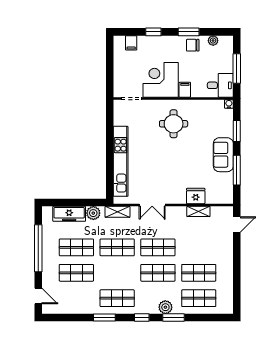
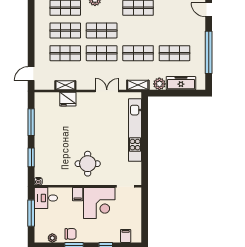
sofa: (223, 155) -> (43, 136), removed
shop shelf: (76, 273) -> (65, 53), moved

